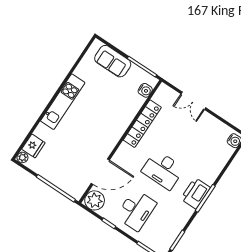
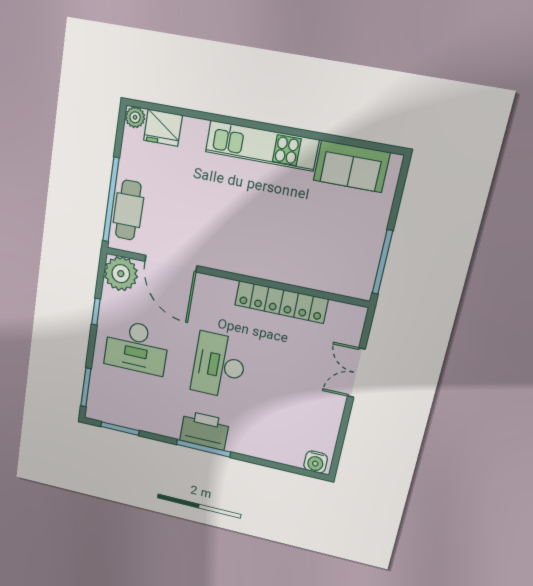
sofa: (113, 61) -> (351, 166), moved, turned -90
water cooler: (145, 90) -> (342, 284), removed
cafe table: (65, 182) -> (128, 210), added

